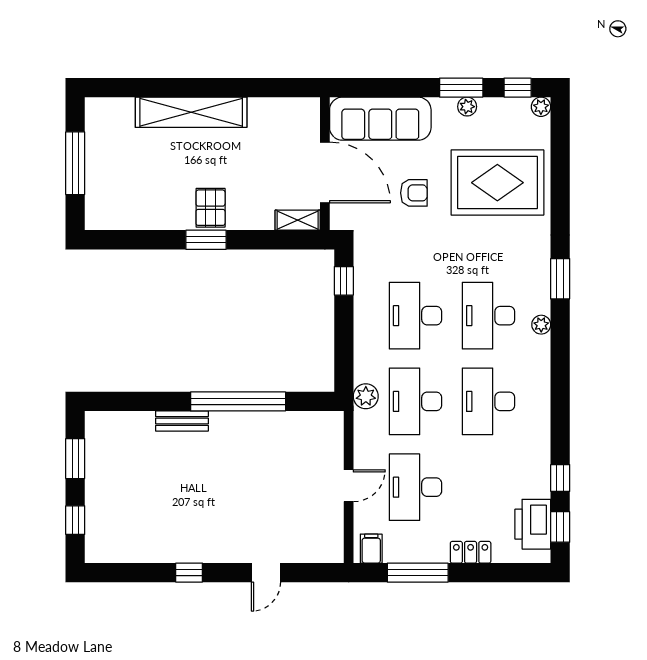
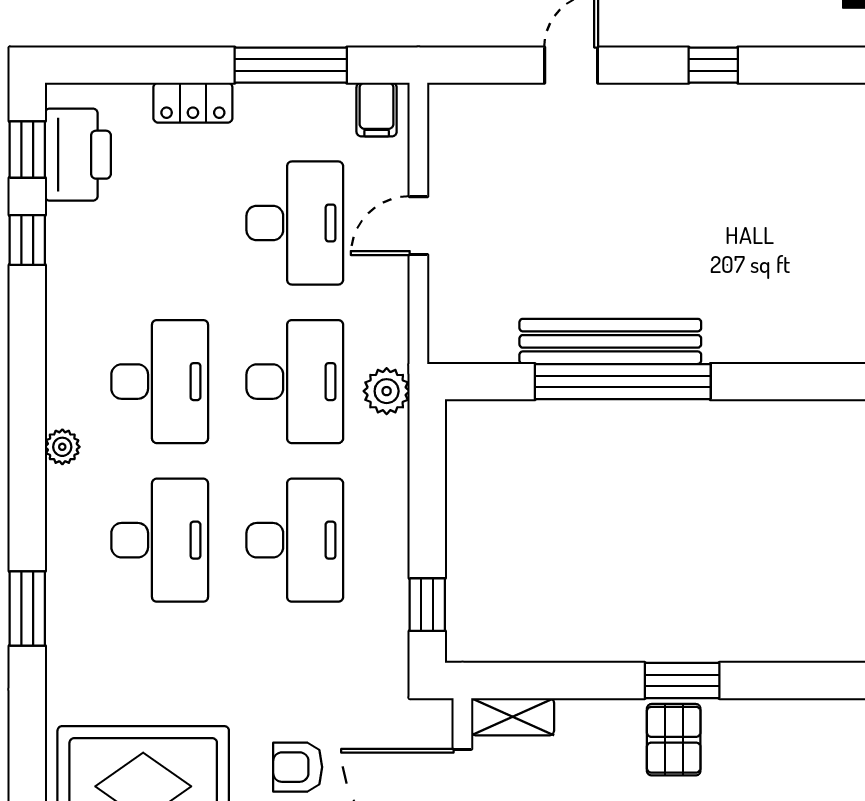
plant: (541, 325) -> (62, 447), moved
bench: (182, 421) -> (610, 341), moved, width x1.86, depth x1.21

